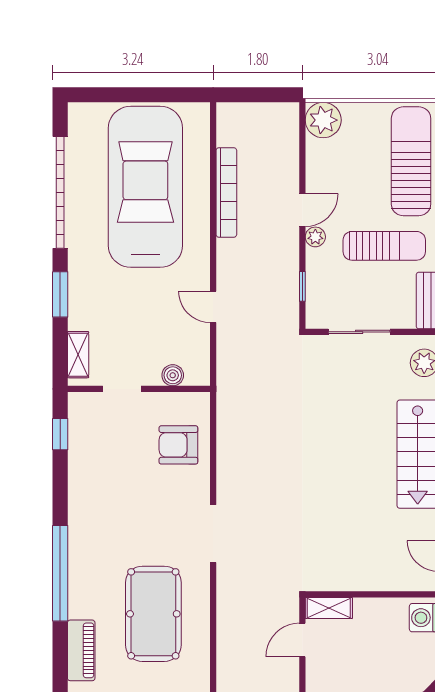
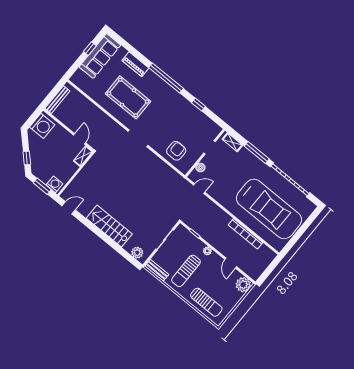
sun lounger: (411, 161) -> (206, 302), width x0.73, depth x0.75
door: (302, 210) -> (231, 263), moved
window: (60, 294) -> (257, 153), width x1.44
door: (213, 307) -> (199, 189), moved
window: (60, 434) -> (198, 105), moved

